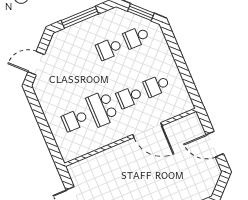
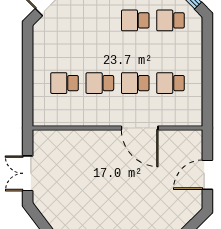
school desk: (102, 108) -> (100, 83), width x0.54
door: (215, 144) -> (207, 175), hinge flipped

